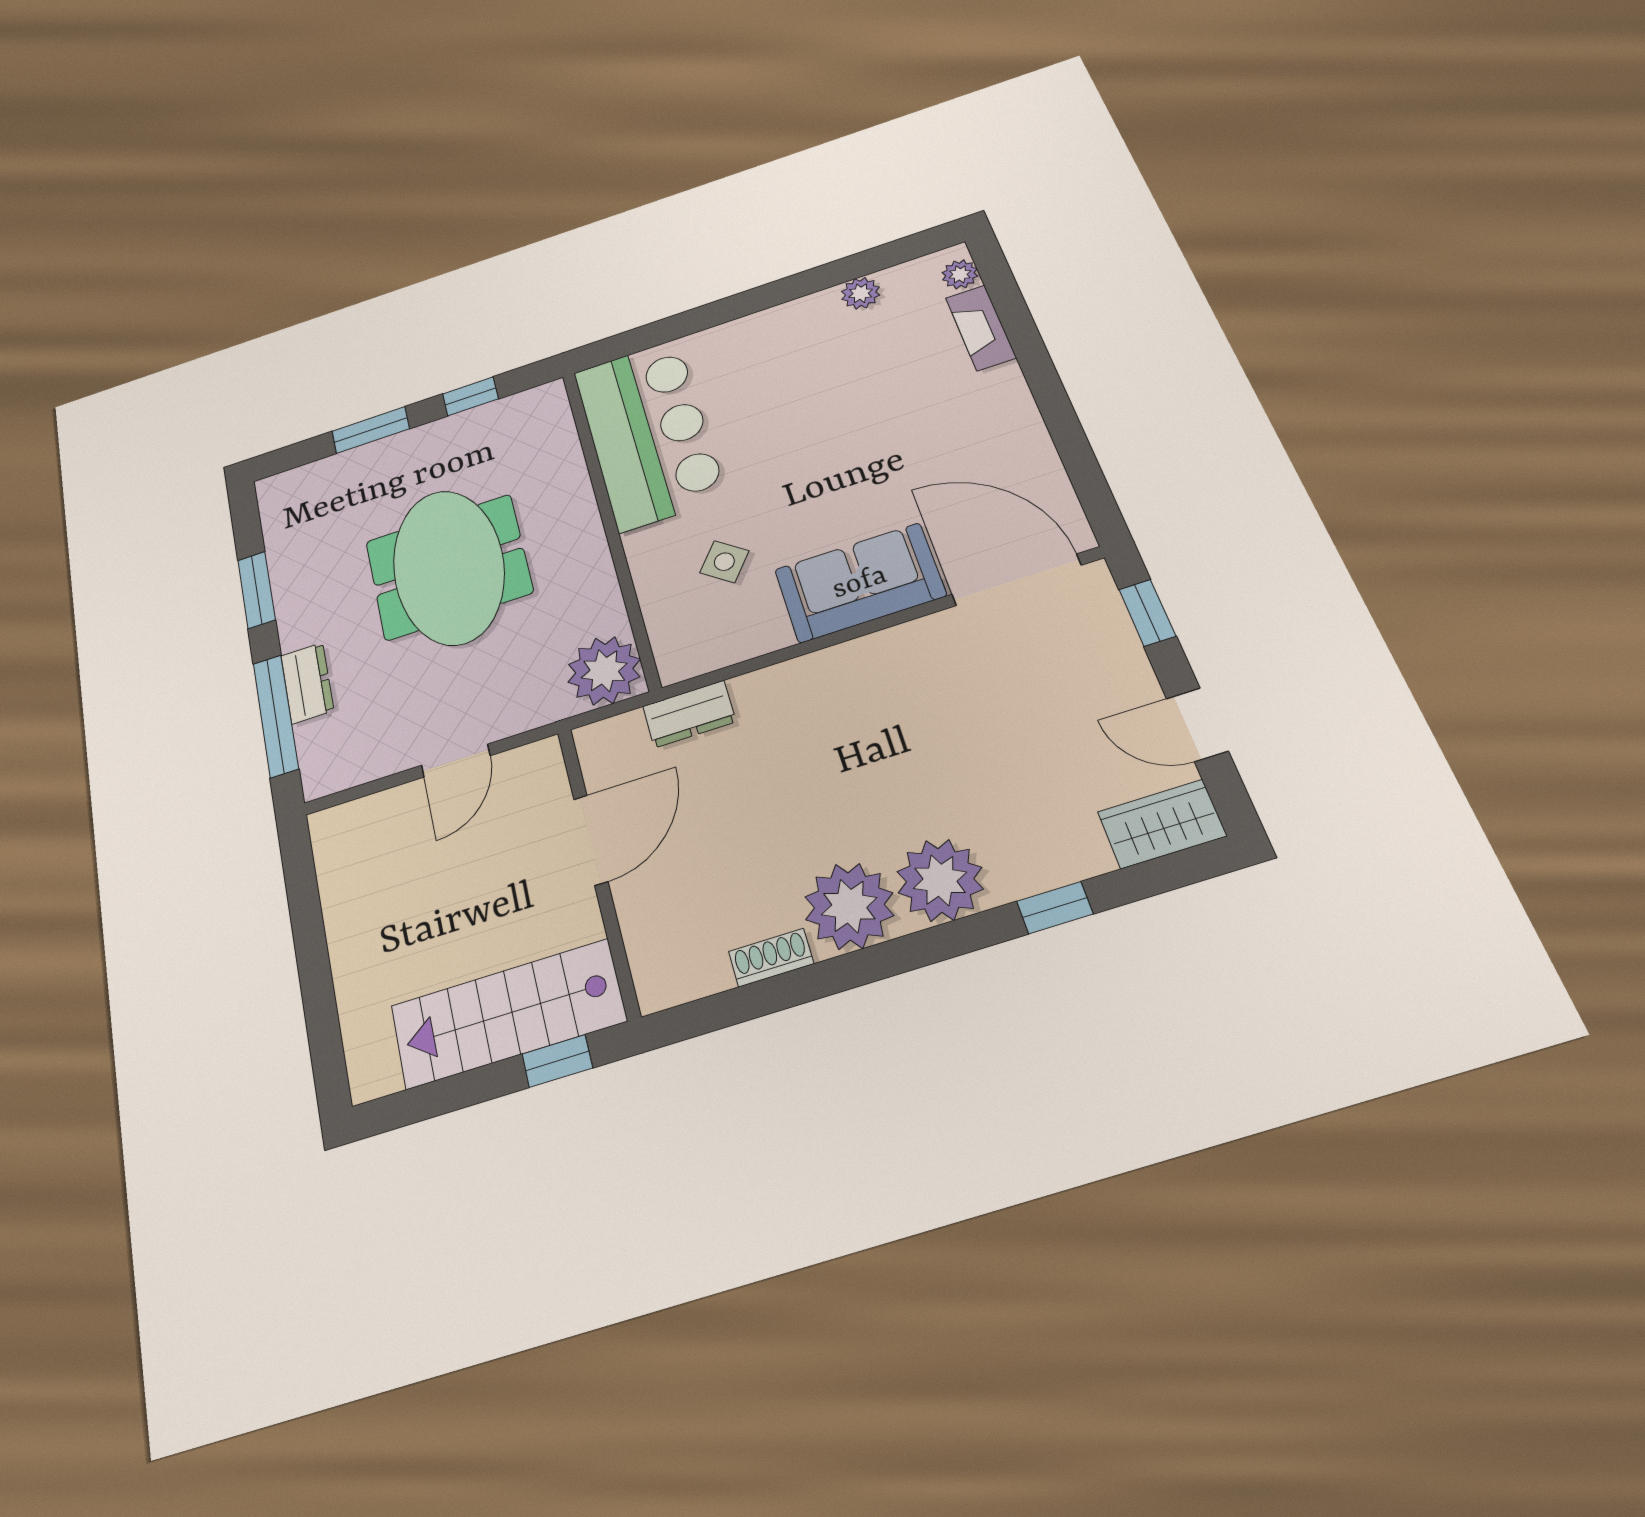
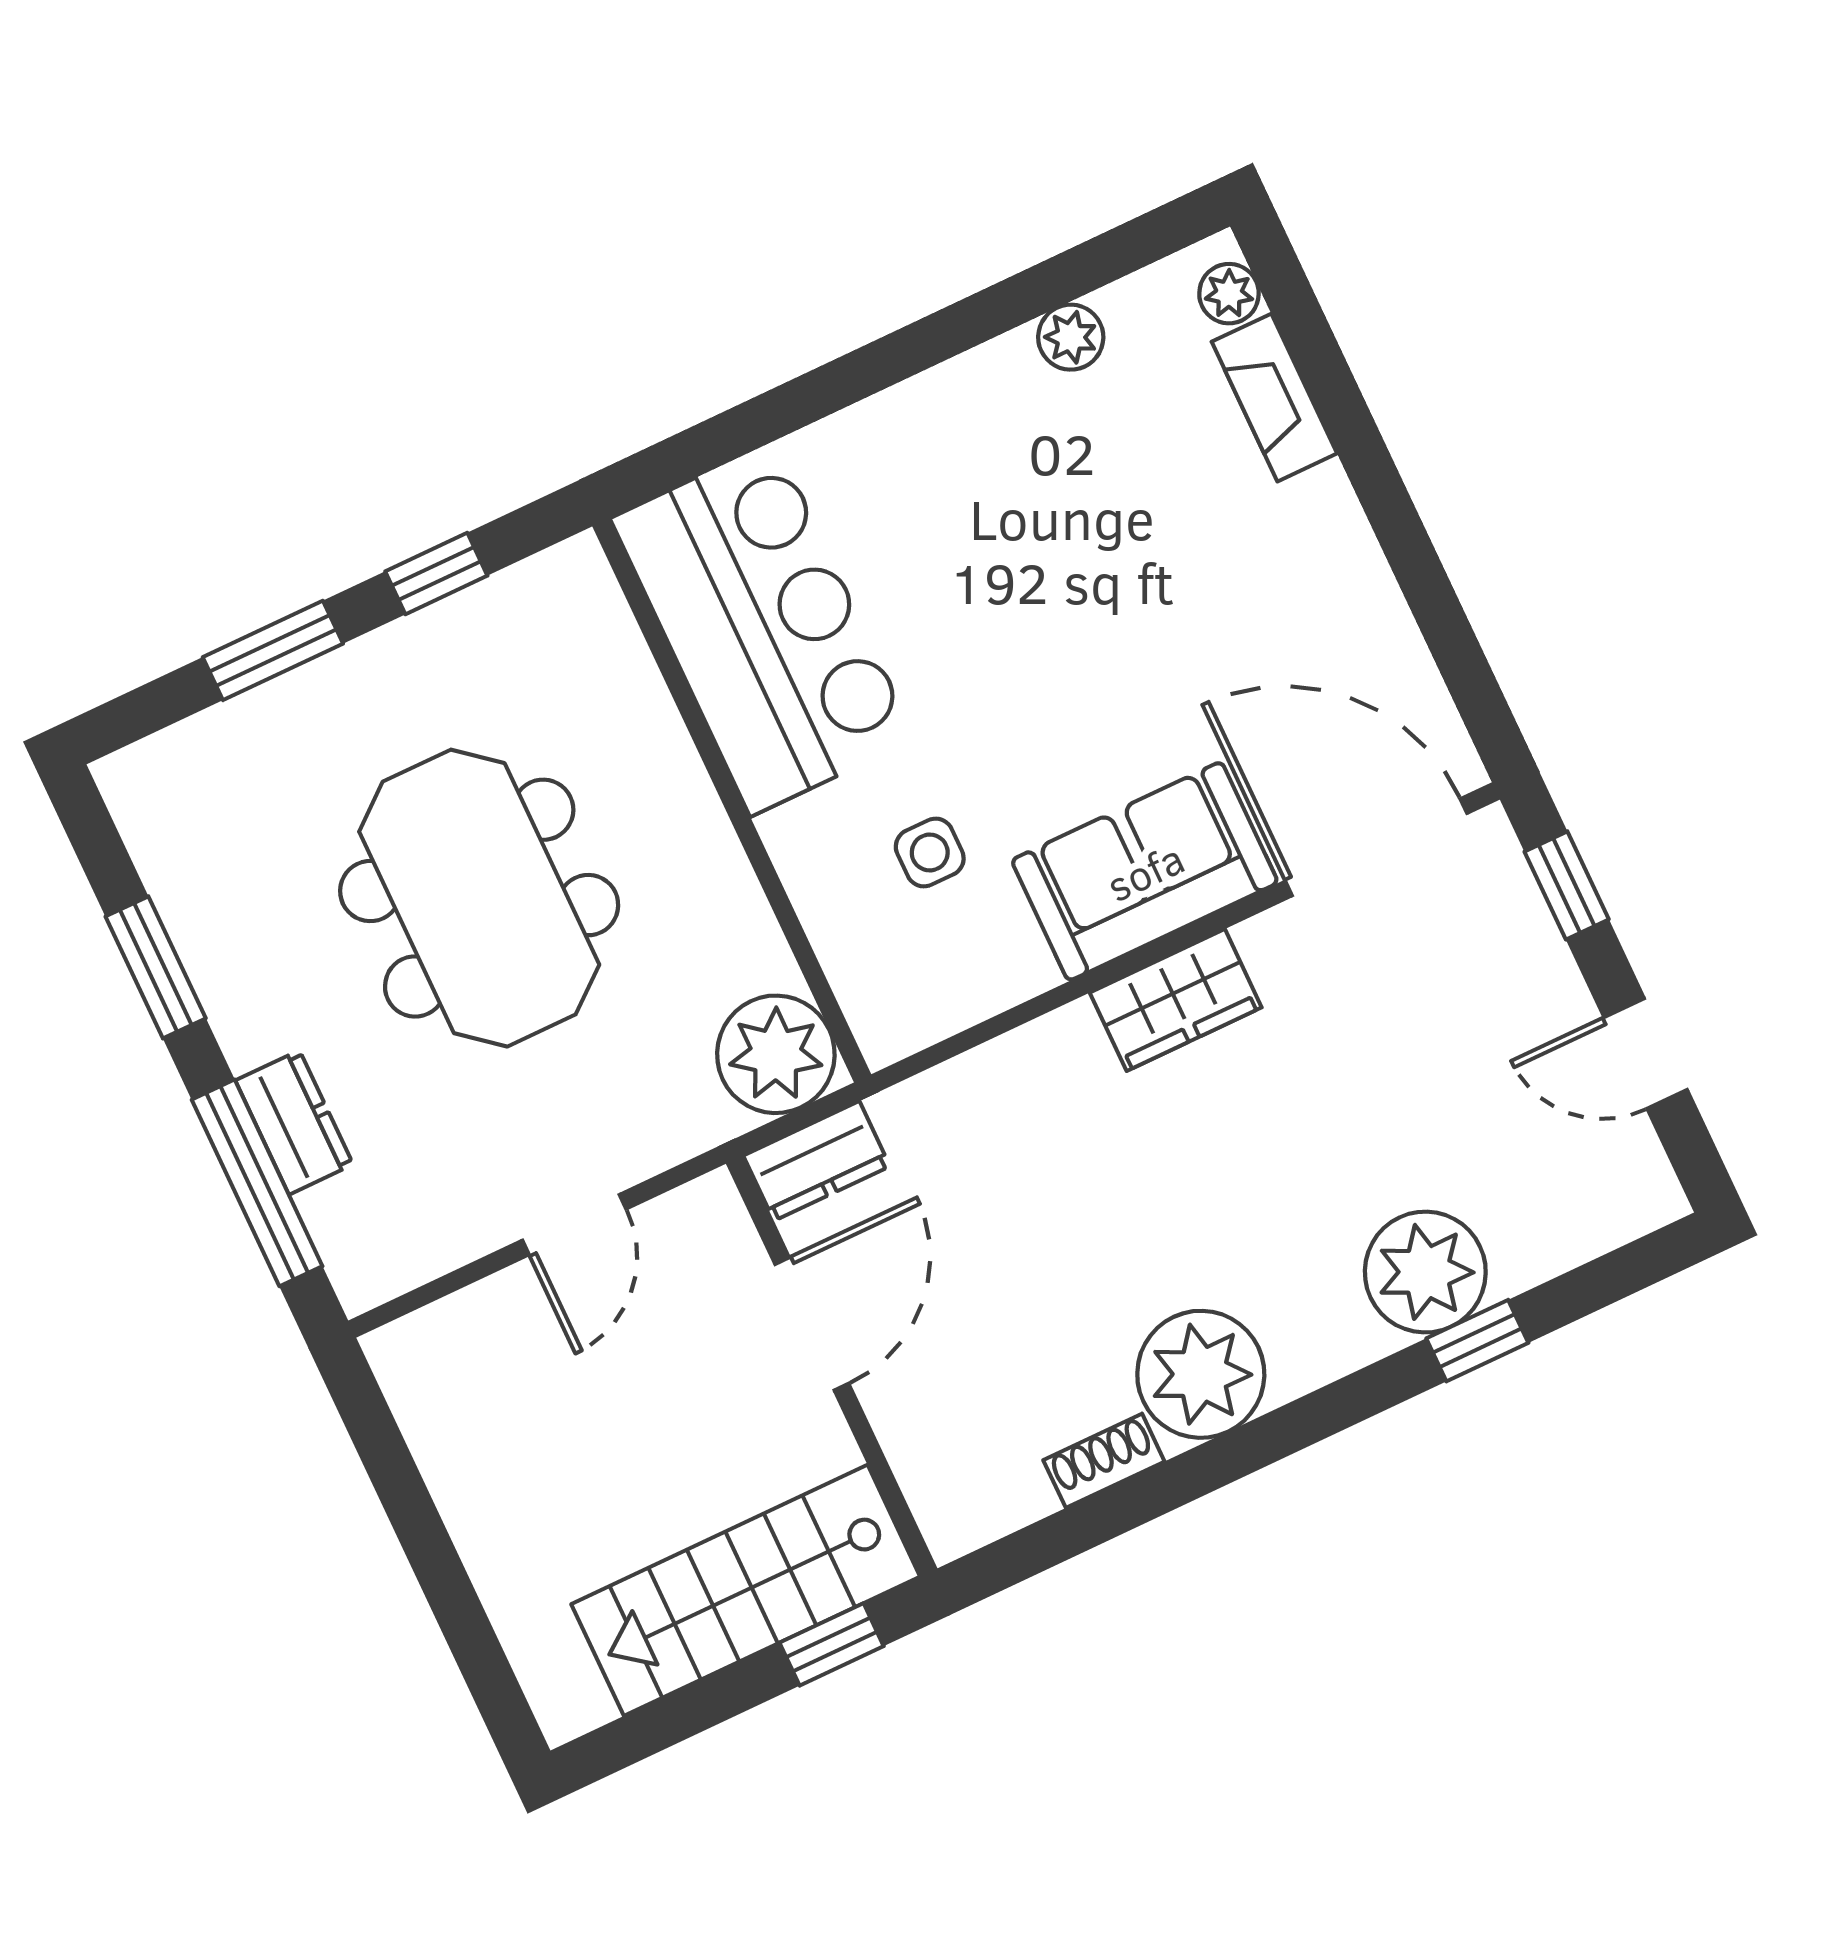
side table: (724, 562) -> (930, 852), turned -38
dresser: (689, 714) -> (817, 1161), moved
wardrobe: (1162, 824) -> (1176, 1000), moved, turned 180
plant: (940, 880) -> (1425, 1272), moved

